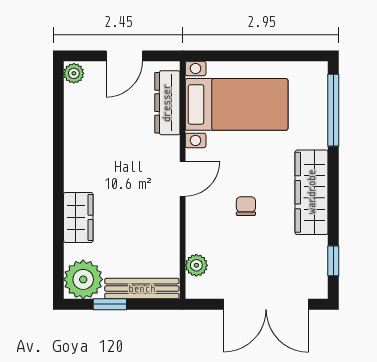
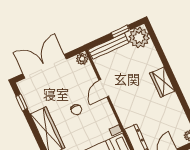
door: (183, 179) -> (104, 88), moved
wardrobe: (78, 217) -> (162, 82), moved
plant: (196, 265) -> (82, 59), moved

